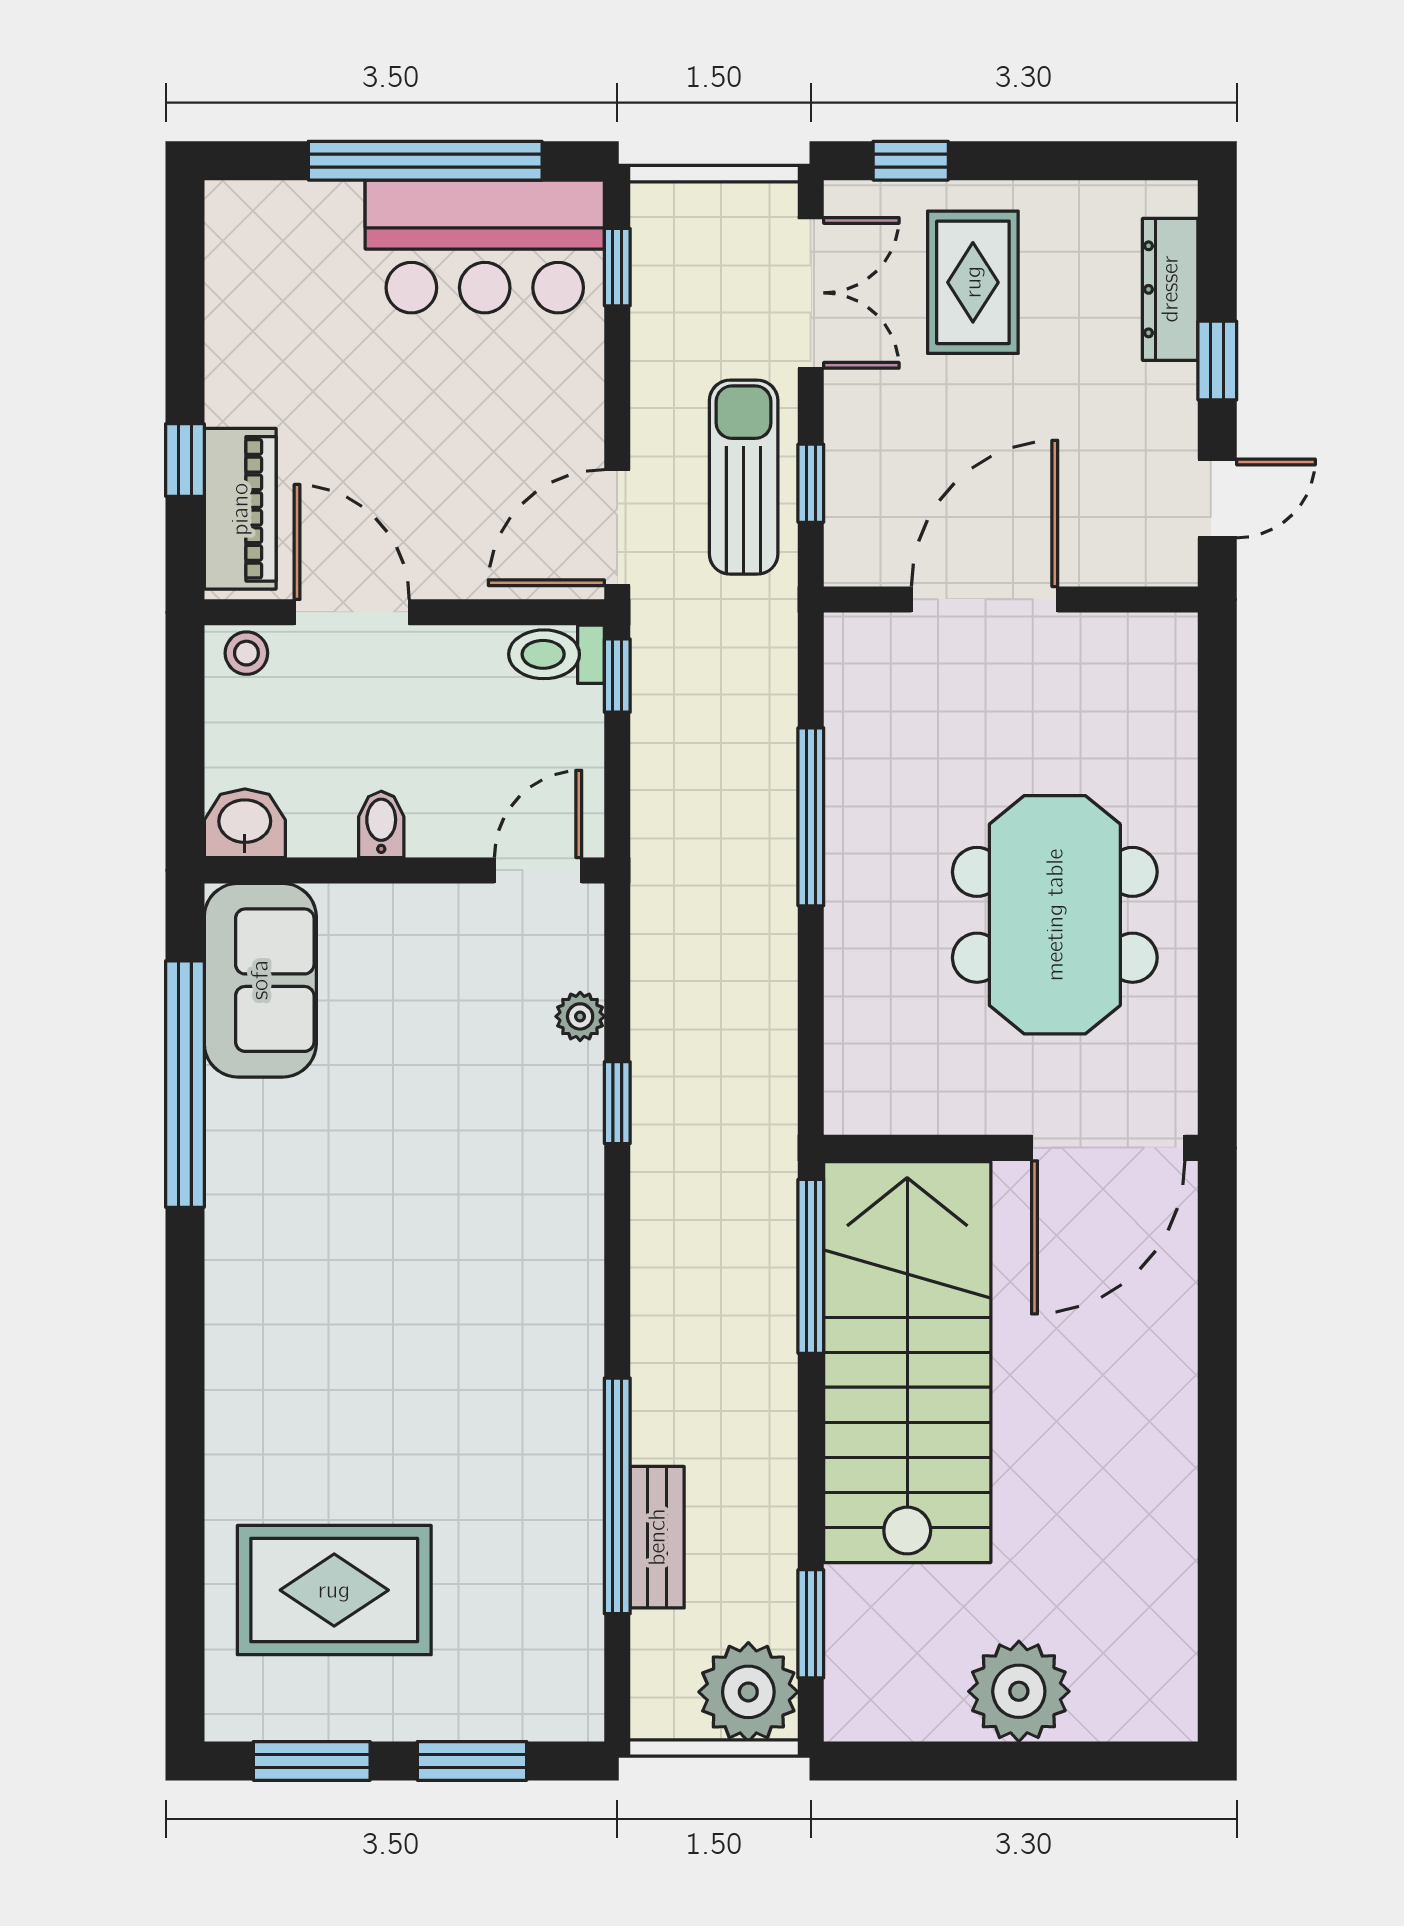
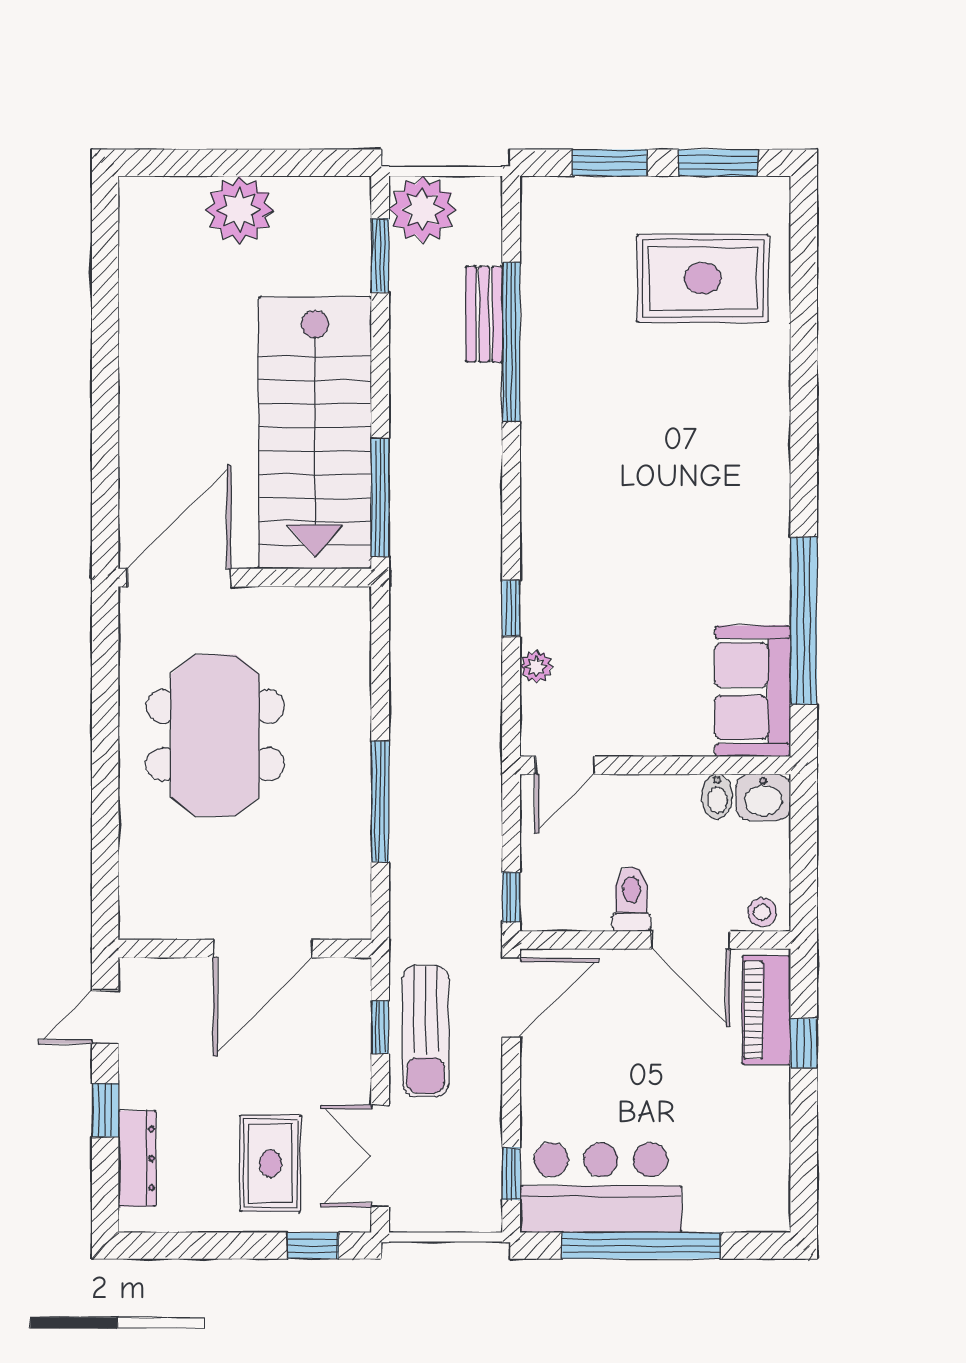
toilet: (556, 654) -> (632, 899), moved, turned -90
bidet: (381, 824) -> (717, 797), moved

